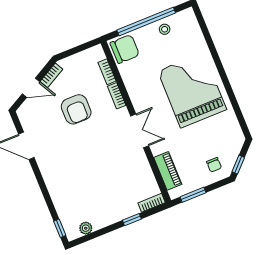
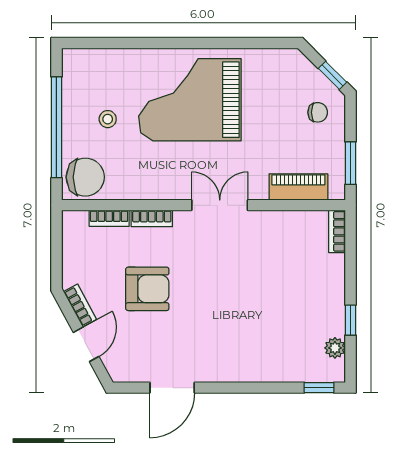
stool: (165, 29) -> (108, 119), moved
chair: (125, 49) -> (85, 177), turned 90
window: (132, 220) -> (350, 320), moved

